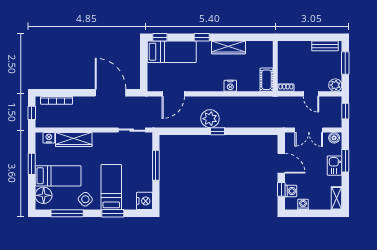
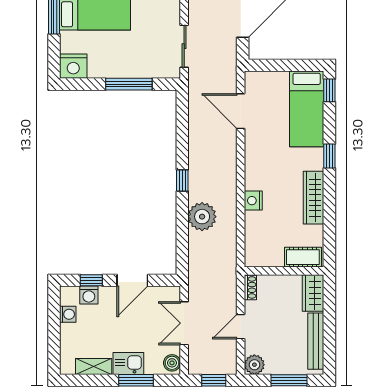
bench: (325, 46) -> (316, 341), width x1.36
wardrobe: (289, 48) -> (313, 293), added
cot: (266, 80) -> (303, 257), moved
plant: (210, 119) -> (202, 217), moved
shelving: (336, 198) -> (94, 367), moved

